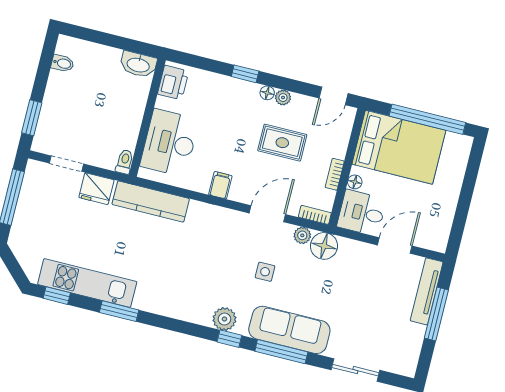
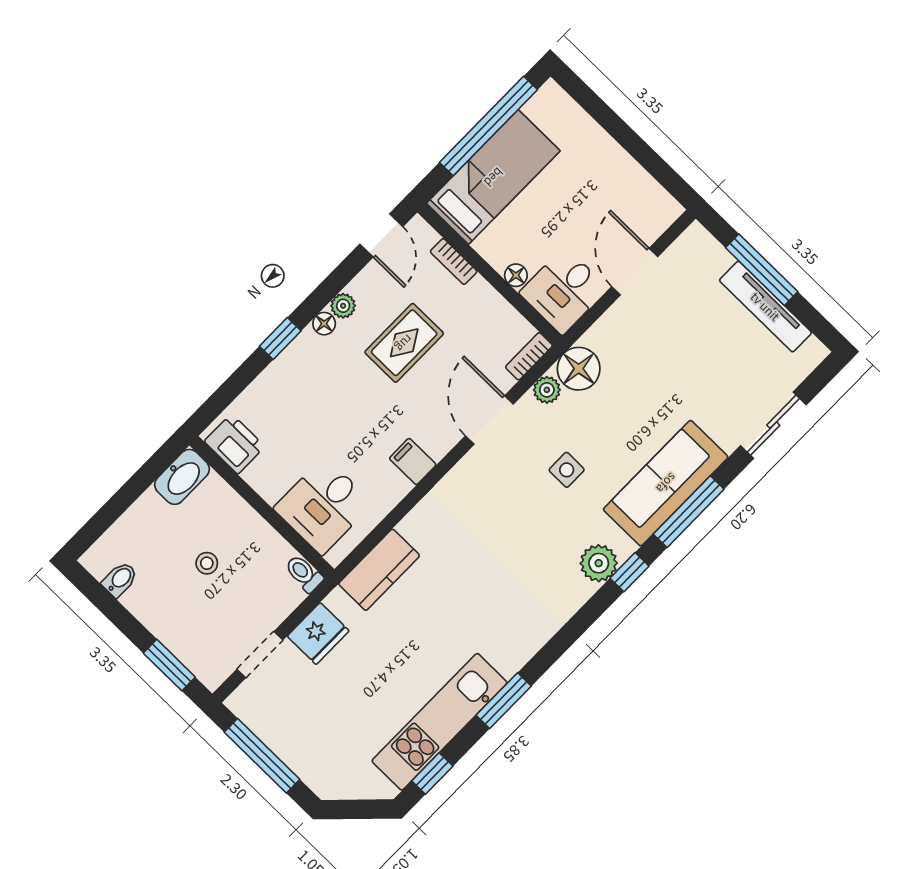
stool: (99, 106) -> (207, 563), added
desk: (170, 143) -> (323, 506), width x0.73
bed: (399, 147) -> (493, 177), width x0.67
bookcase: (335, 174) -> (454, 262), moved
kitchen counter: (151, 202) -> (379, 570), width x0.67
tv unit: (427, 291) -> (765, 307), moved

